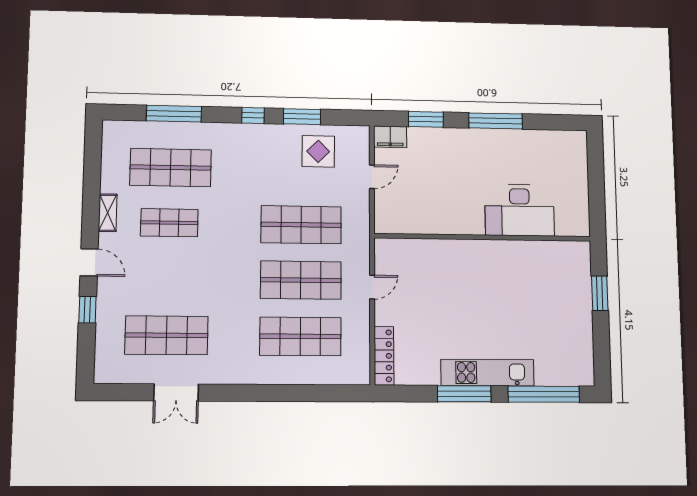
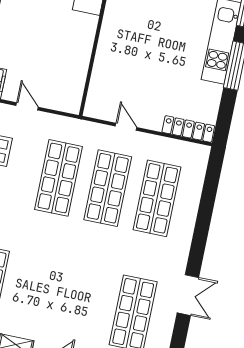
shop shelf: (169, 223) -> (35, 293), removed
double door: (176, 392) -> (188, 295), moved

